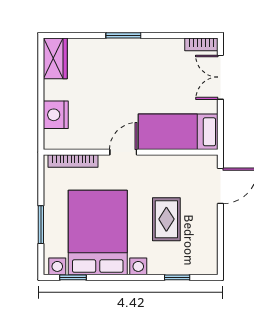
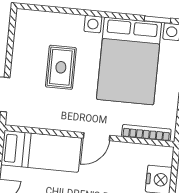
window: (177, 277) -> (56, 10), removed

